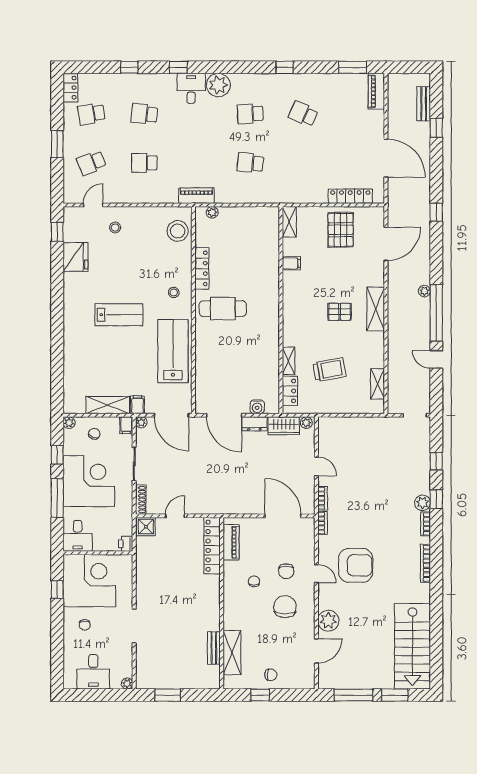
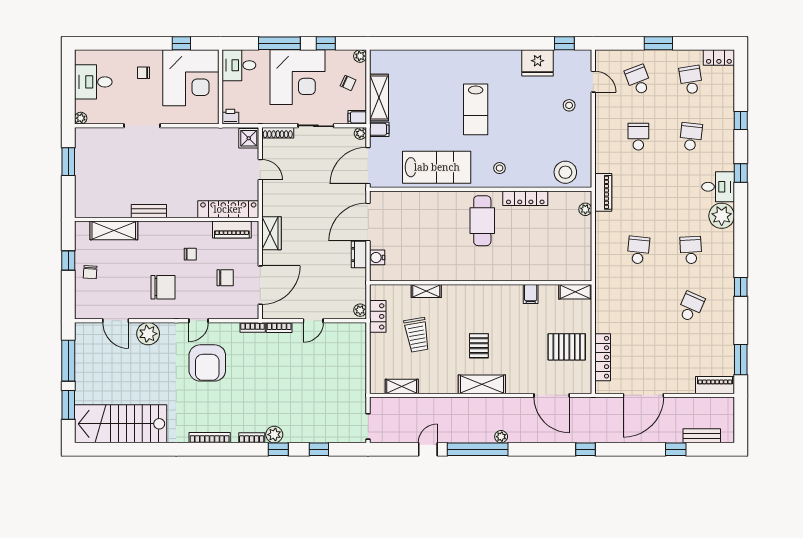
locker: (290, 391) -> (378, 316), moved, turned -90
wardrobe: (284, 426) -> (271, 233), moved, turned 180
chair: (286, 571) -> (225, 278), moved, turned 180
bench: (214, 648) -> (149, 211), moved

